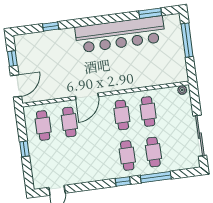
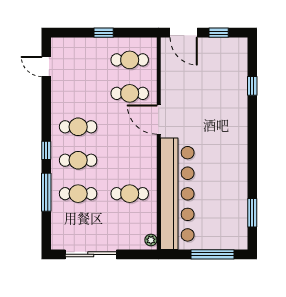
bar counter: (120, 34) -> (177, 194), moved, turned 180
cafe table: (122, 115) -> (78, 127), moved

